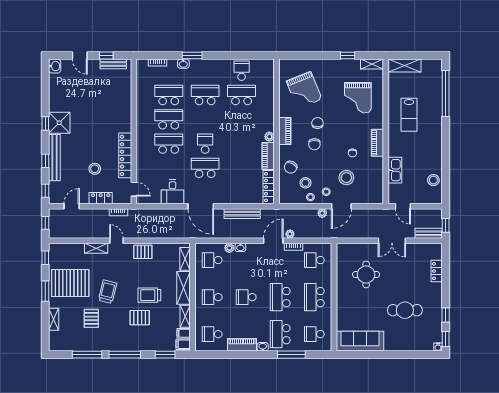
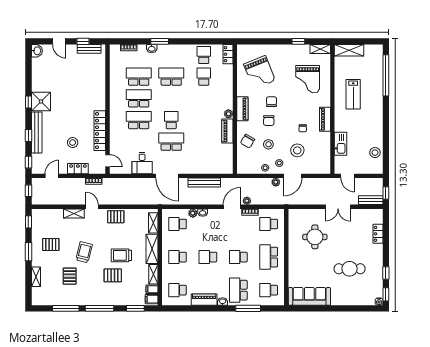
school desk: (242, 95) -> (204, 77), width x0.54
stool: (305, 183) -> (268, 144), moved
locker: (269, 187) -> (228, 54), moved, width x0.66
pallet: (70, 283) -> (51, 245), width x0.49, depth x0.50
school desk: (280, 297) -> (238, 257), width x0.54

